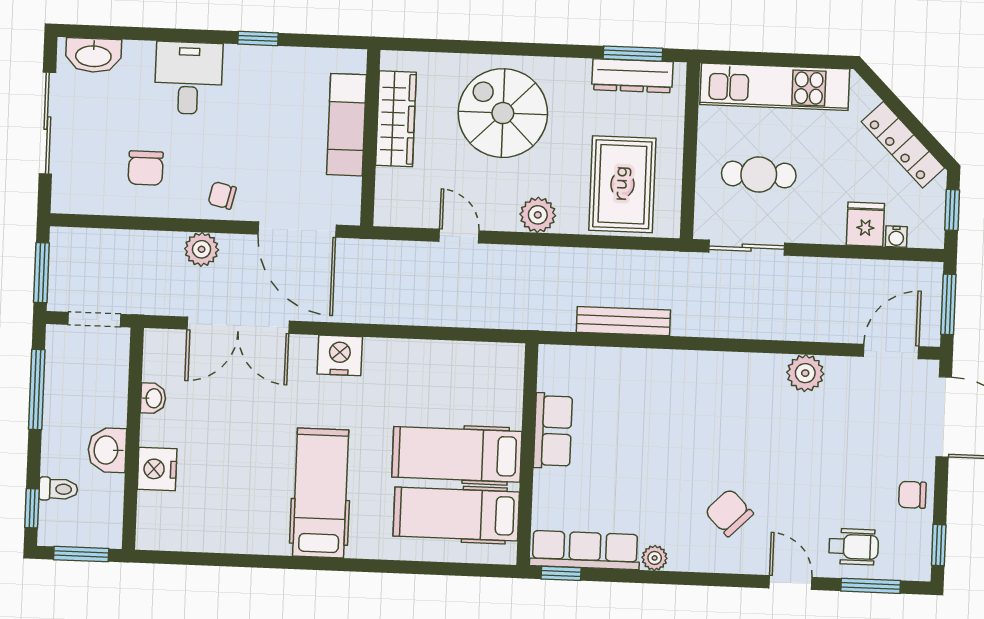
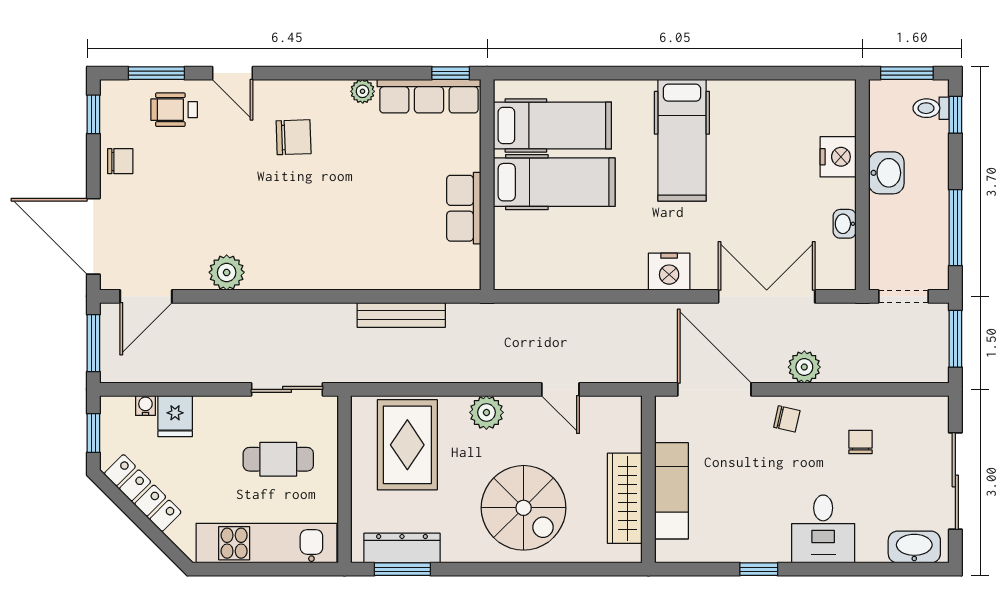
chair: (146, 168) -> (860, 442), width x0.73, depth x0.73
toilet: (58, 489) -> (931, 108), moved
chair: (729, 513) -> (294, 137), turned -47

